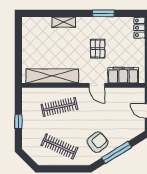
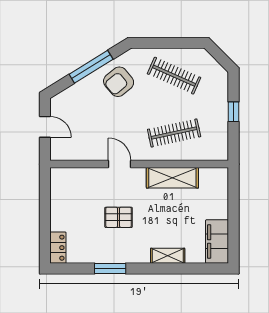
pallet: (98, 49) -> (119, 217), turned 90
filing cabinet: (123, 75) -> (217, 242), moved, turned 90
shelving: (52, 76) -> (172, 178), width x0.68

